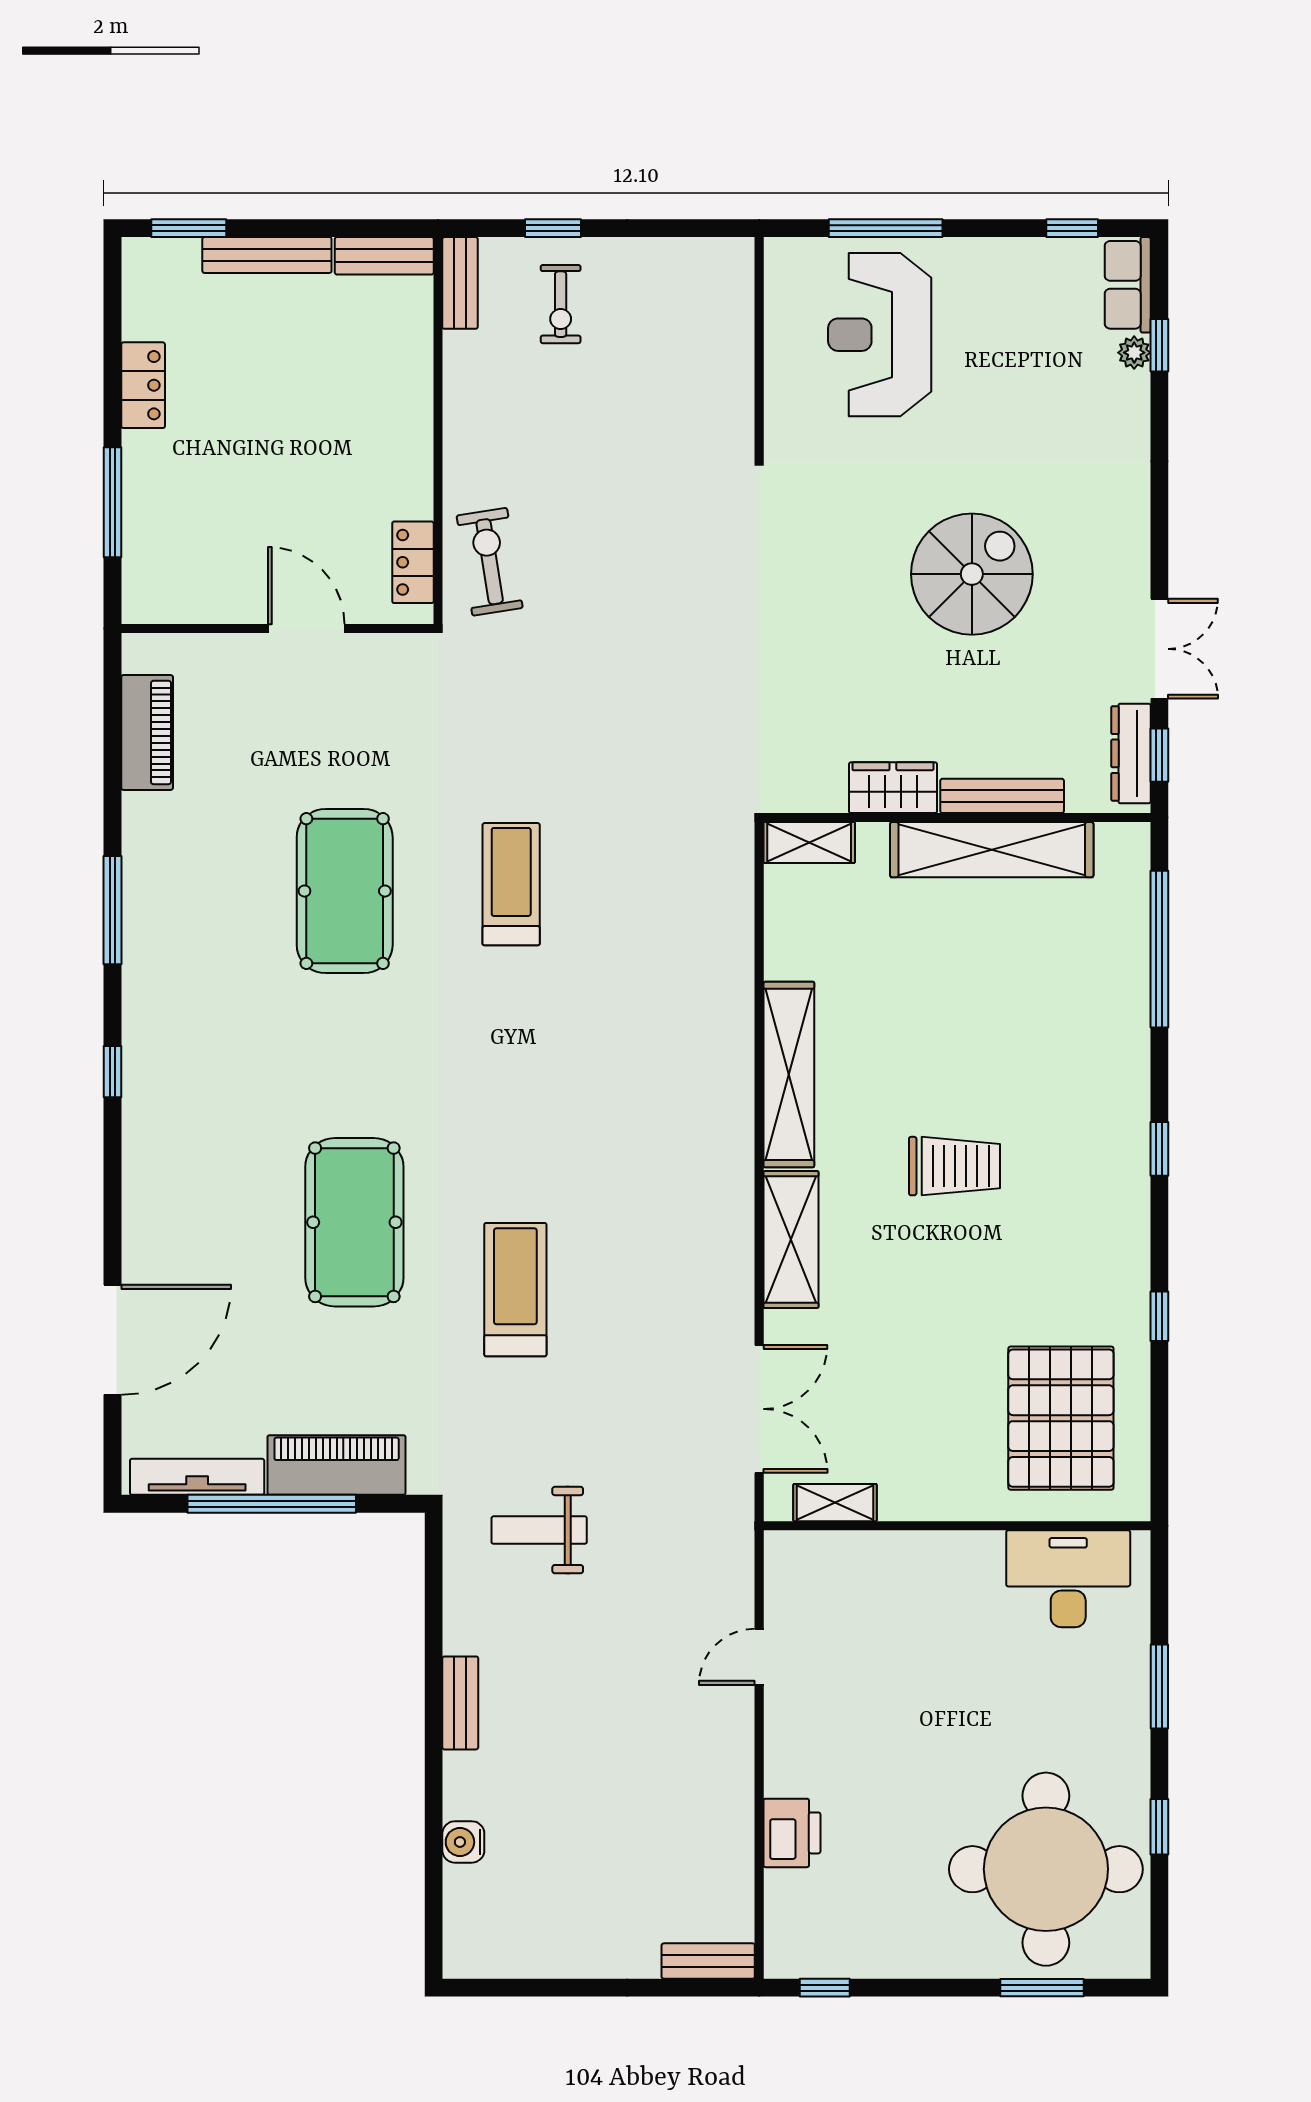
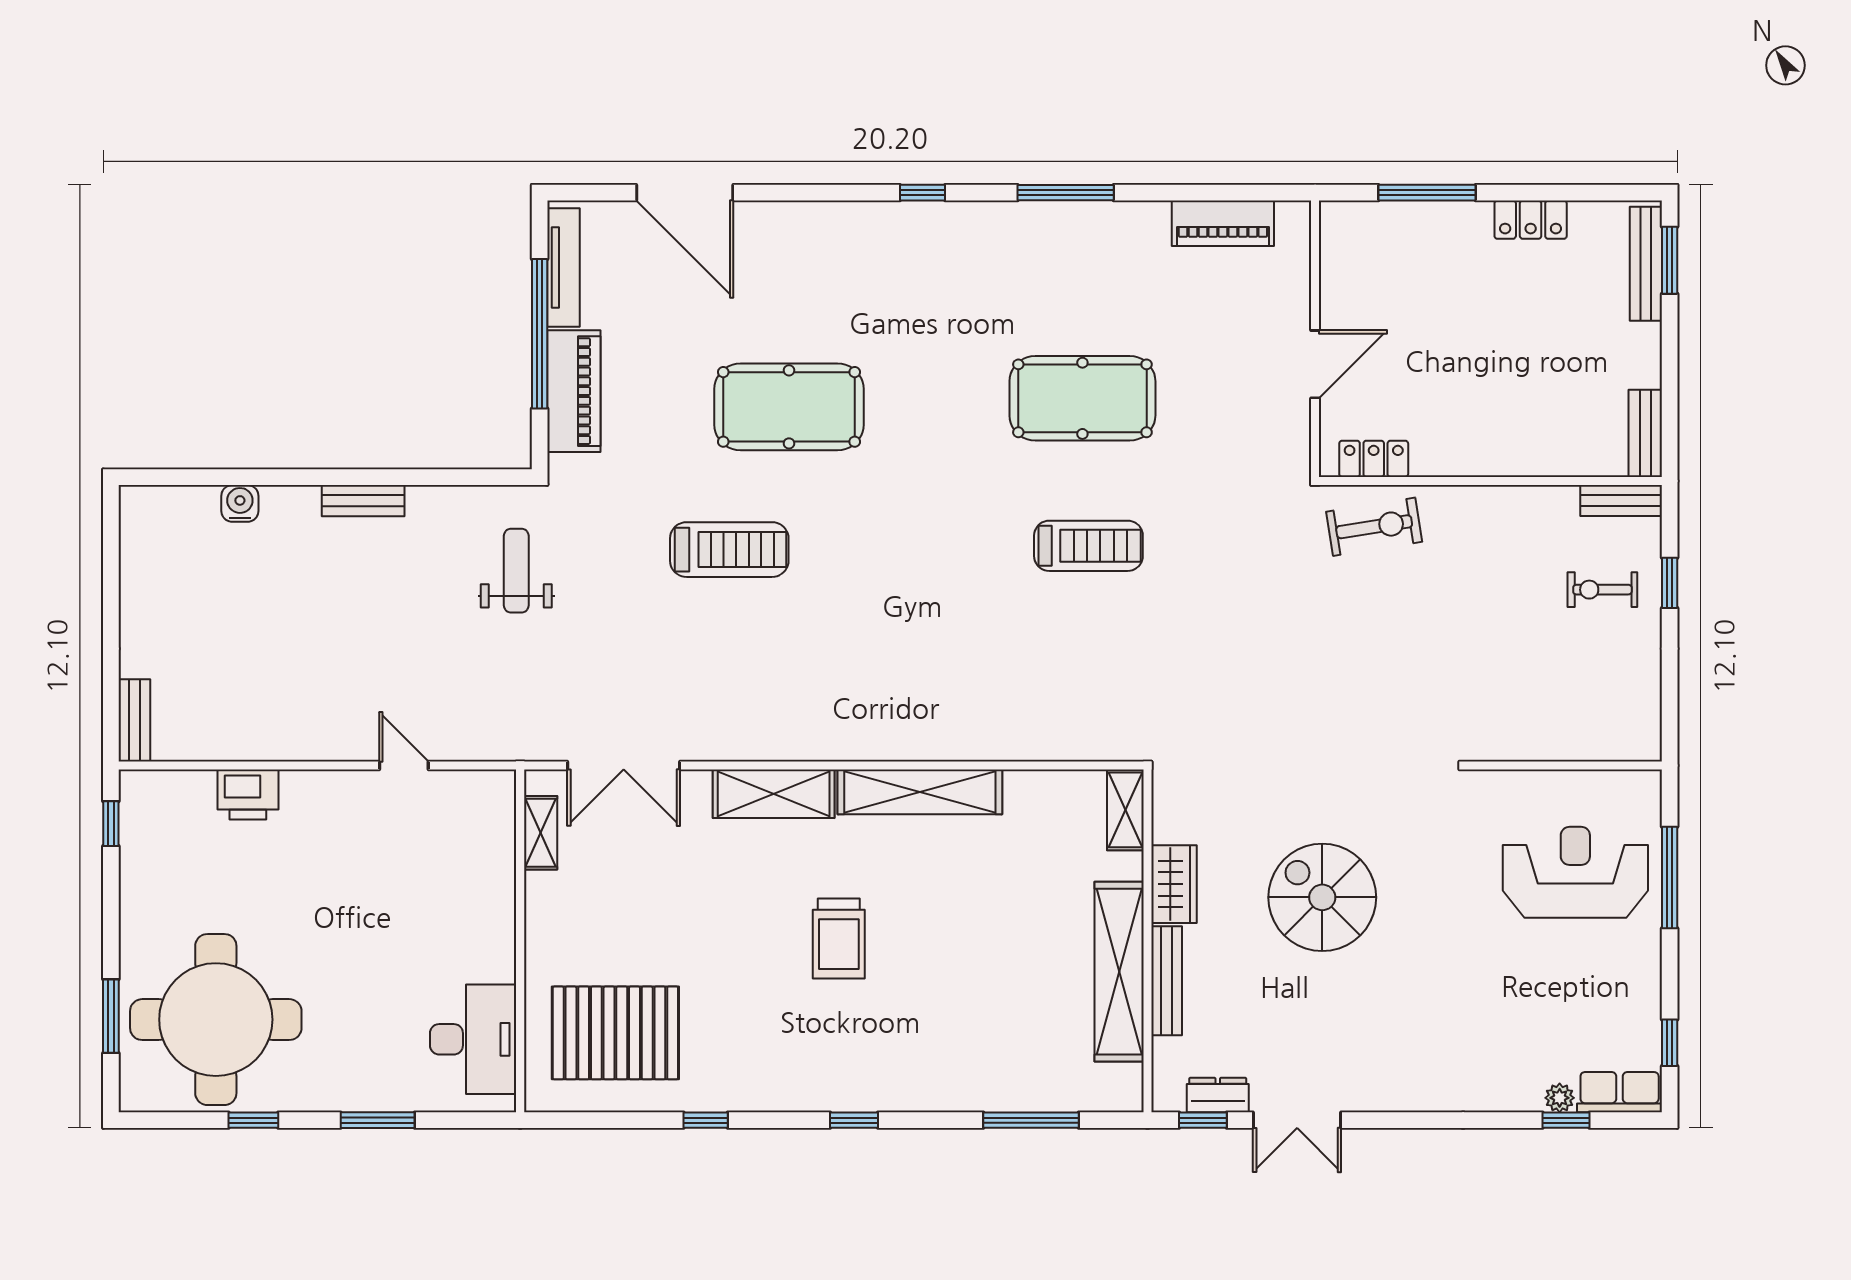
bench: (267, 255) -> (1646, 264), moved
spiral stairs: (972, 574) -> (1322, 897), moved, turned 180
dresser: (1131, 753) -> (1218, 1095), width x0.70
window: (1159, 949) -> (1031, 1120), width x0.68

